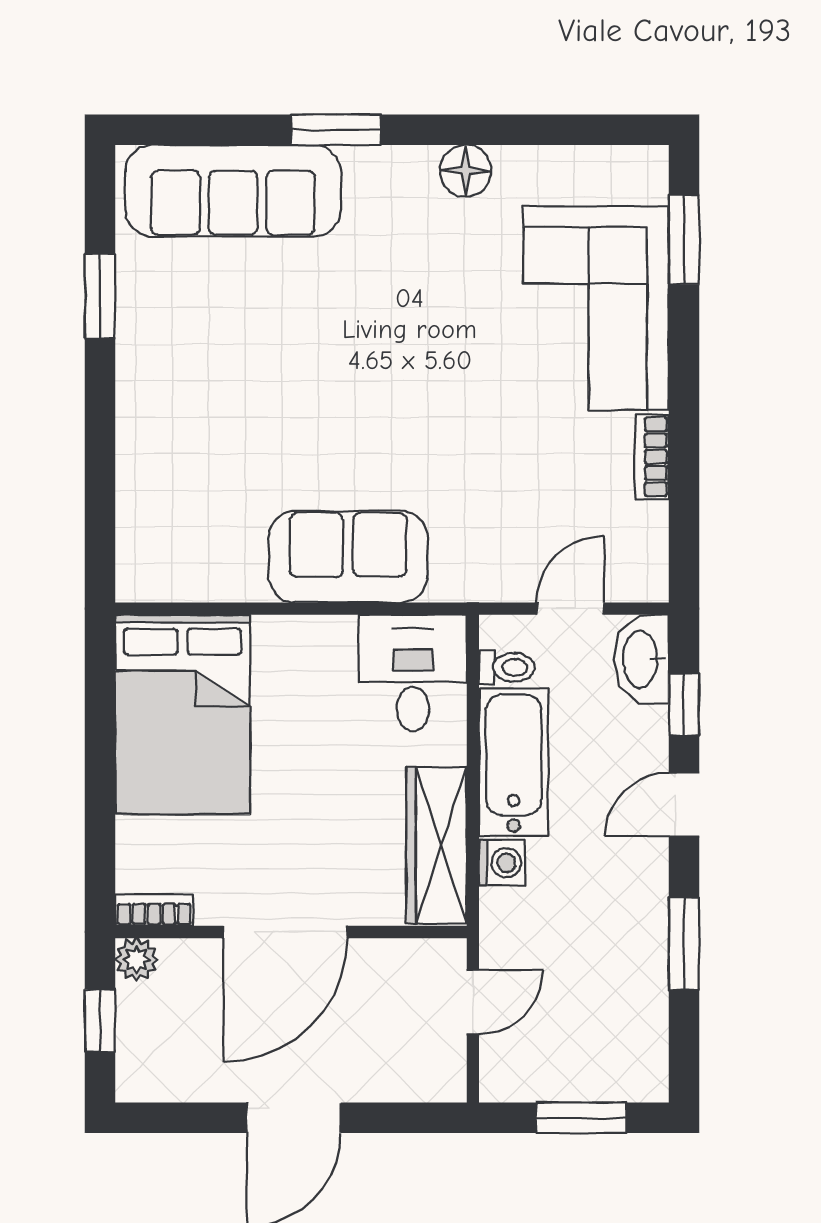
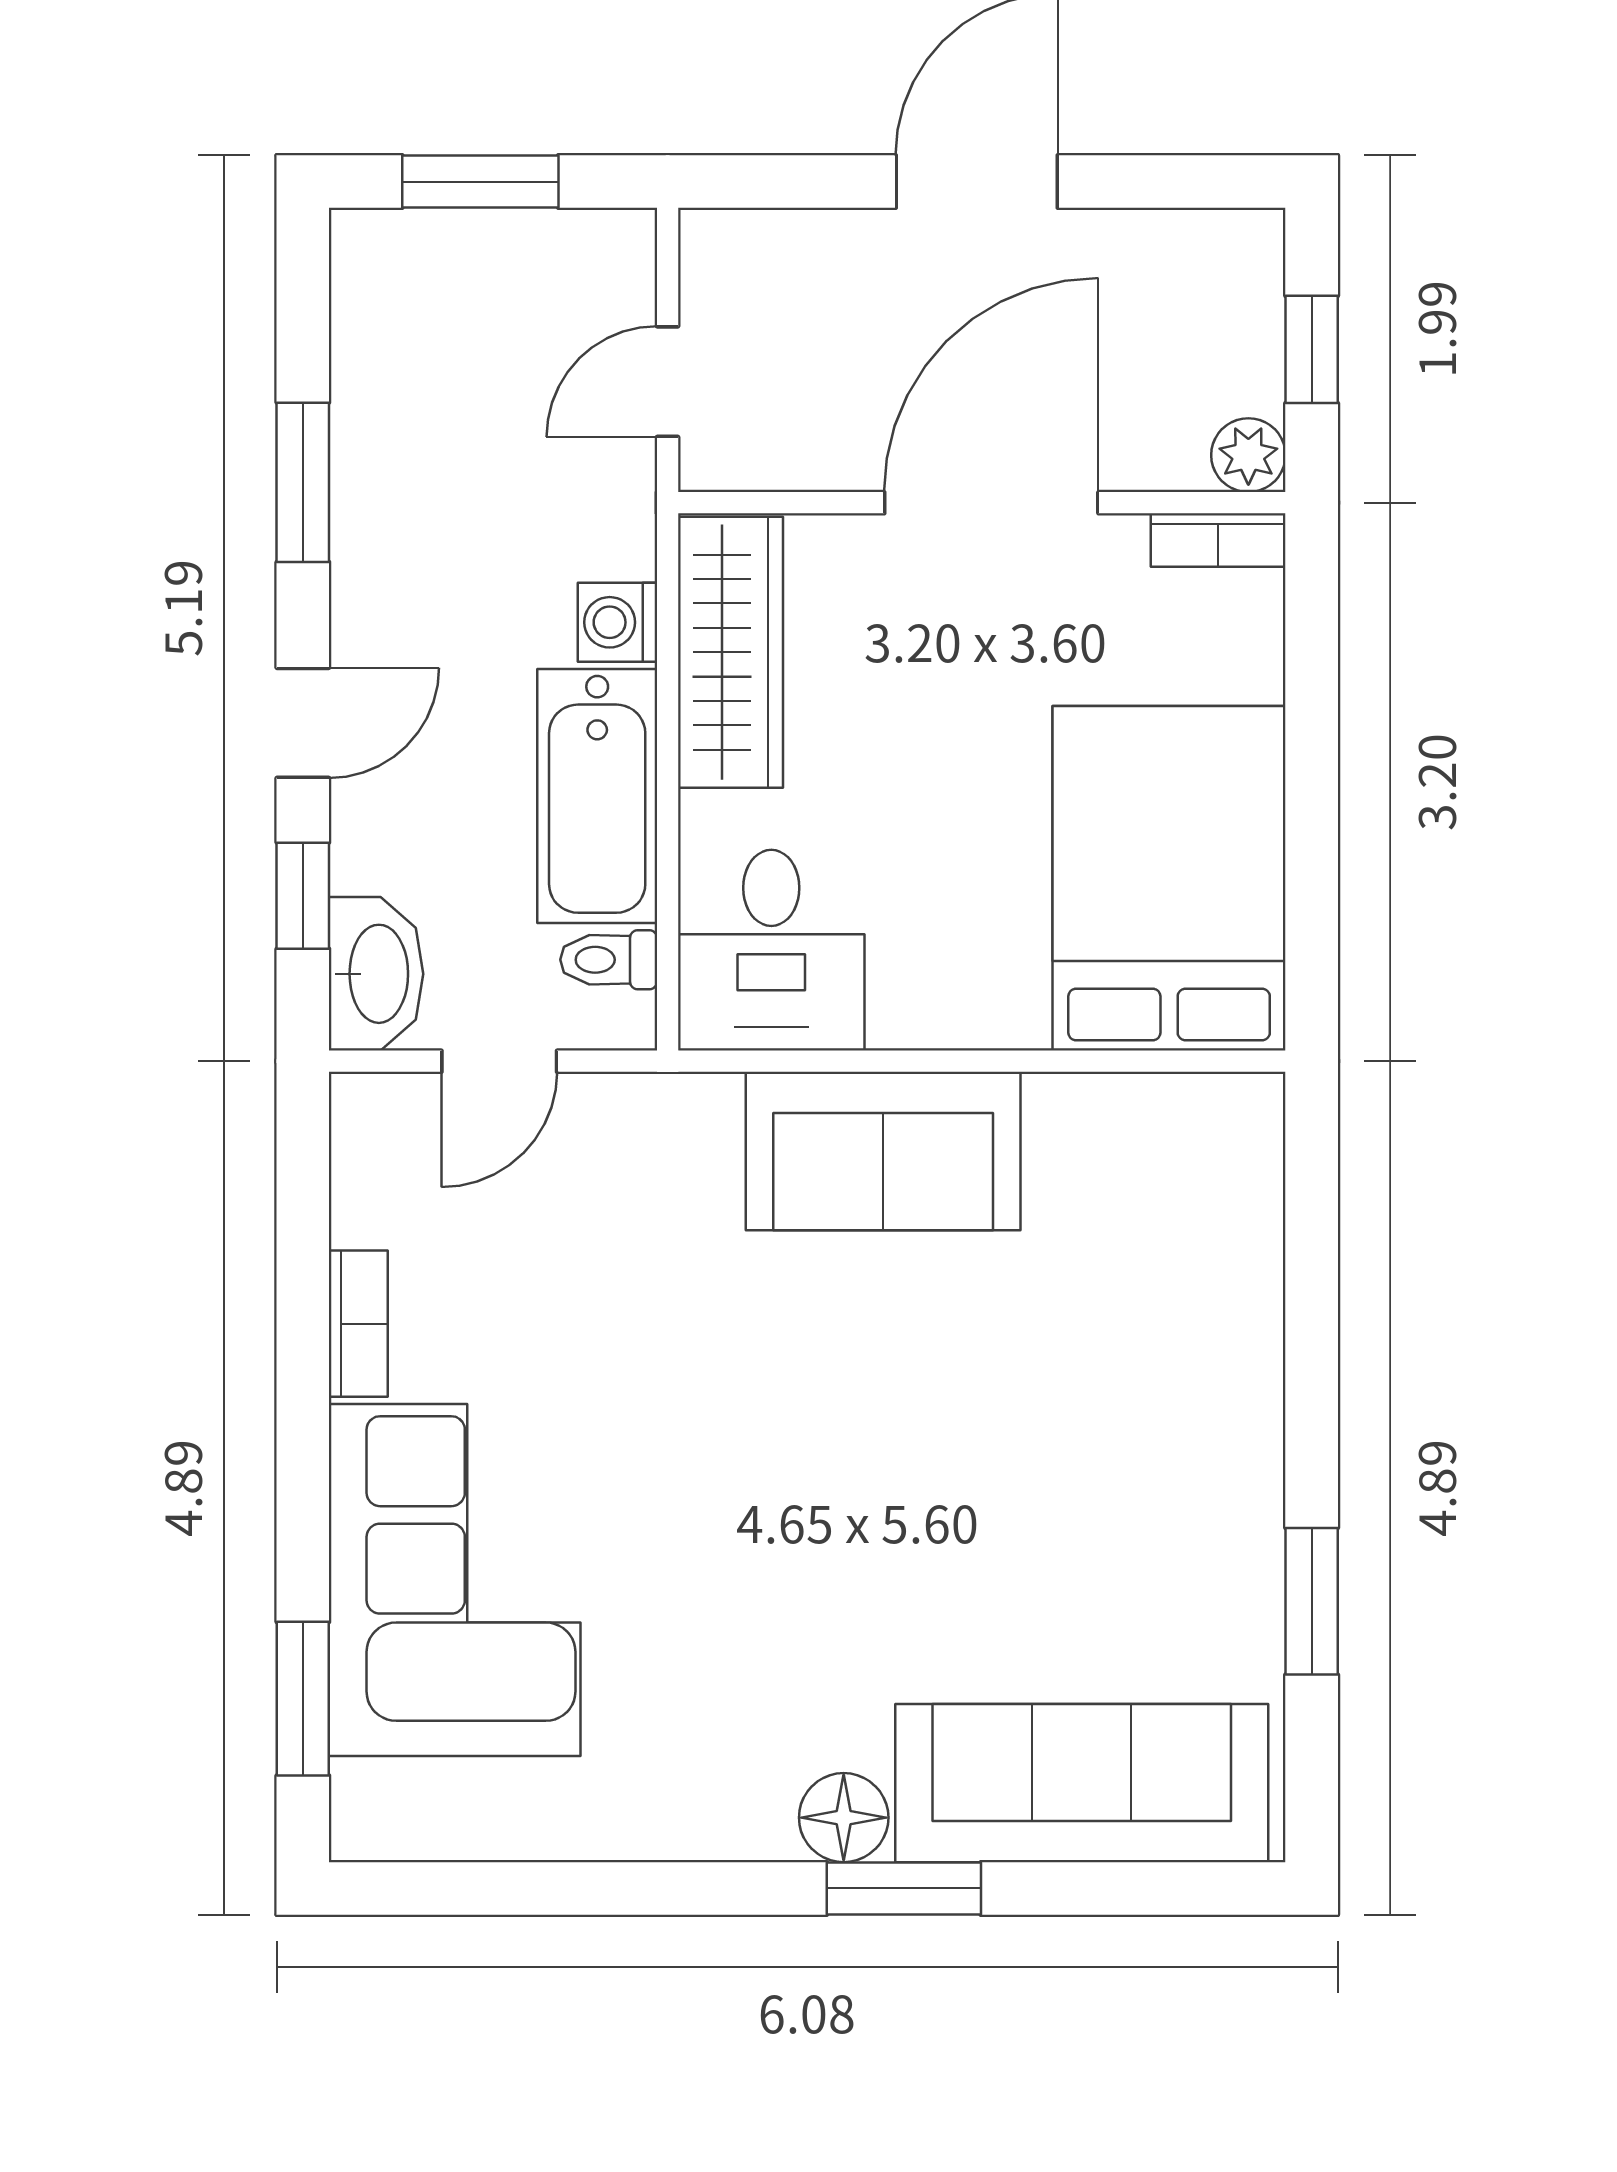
floor lamp: (466, 171) -> (844, 1818), moved

